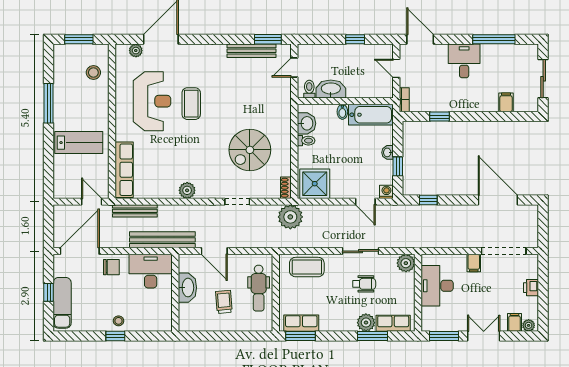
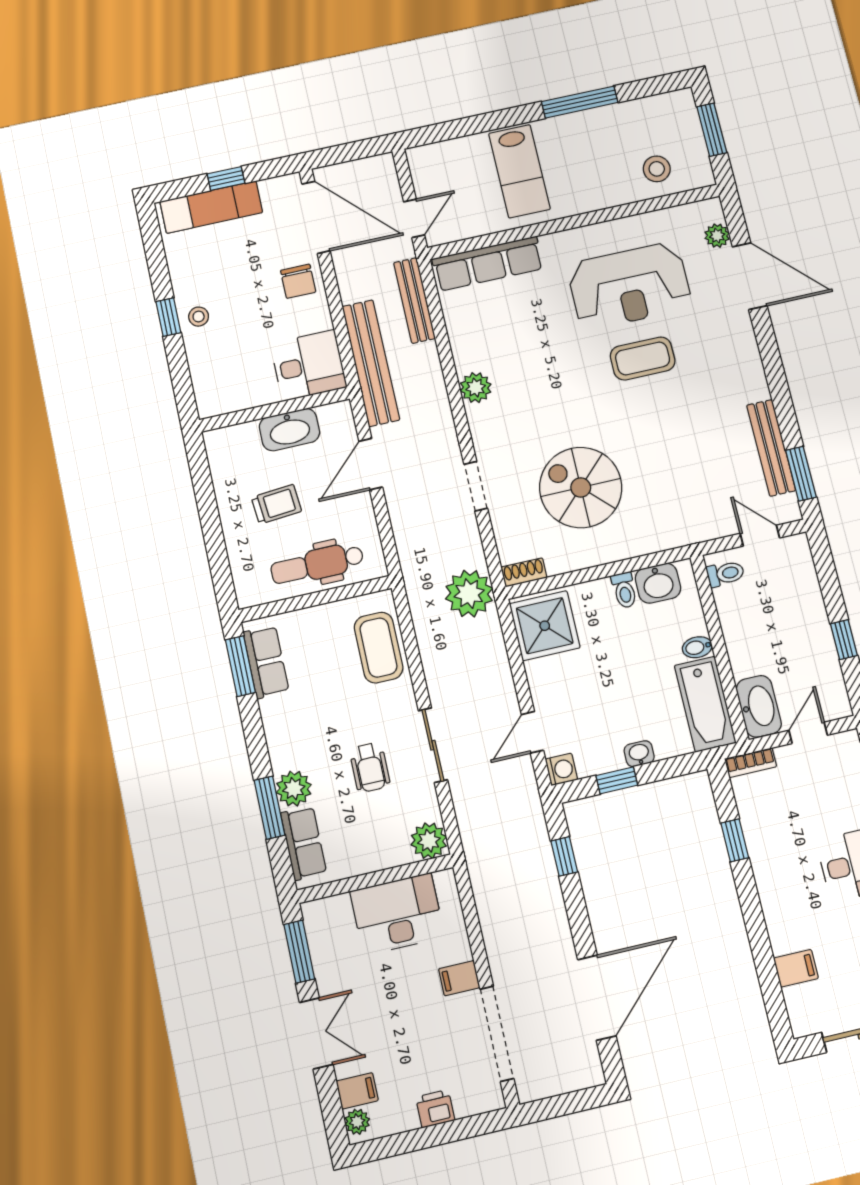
washbasin: (331, 89) -> (759, 706), moved
desk: (151, 271) -> (309, 365), width x0.73

